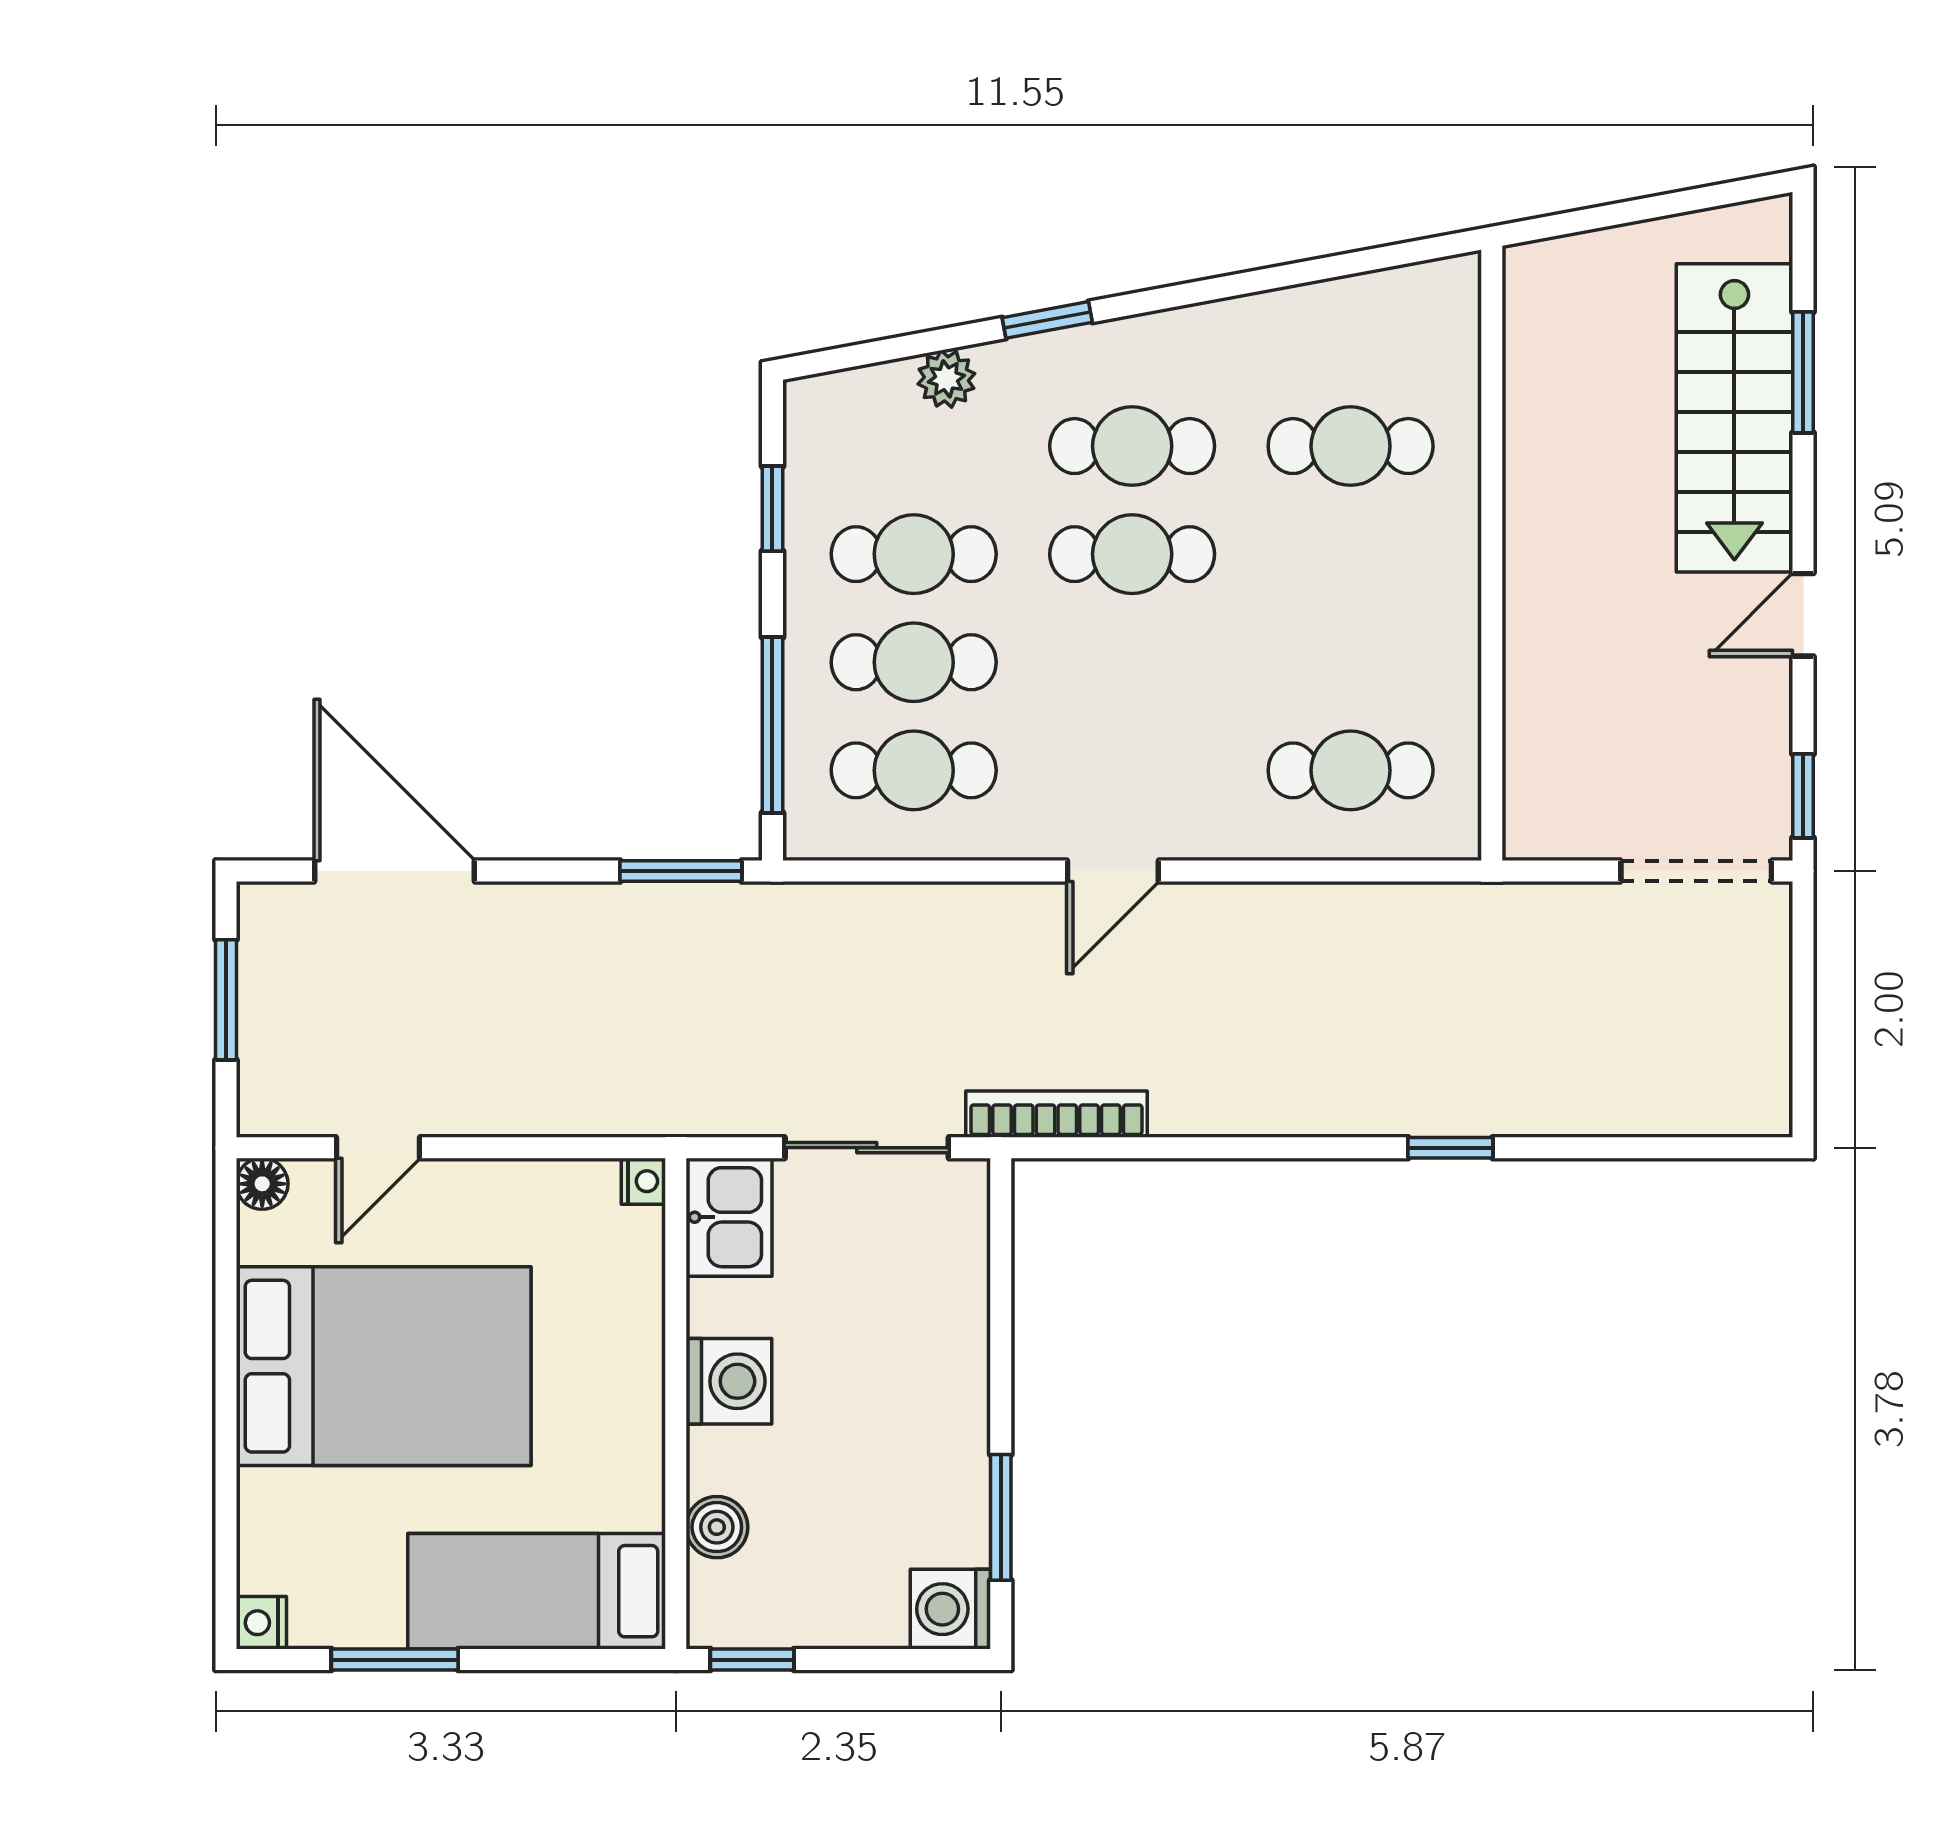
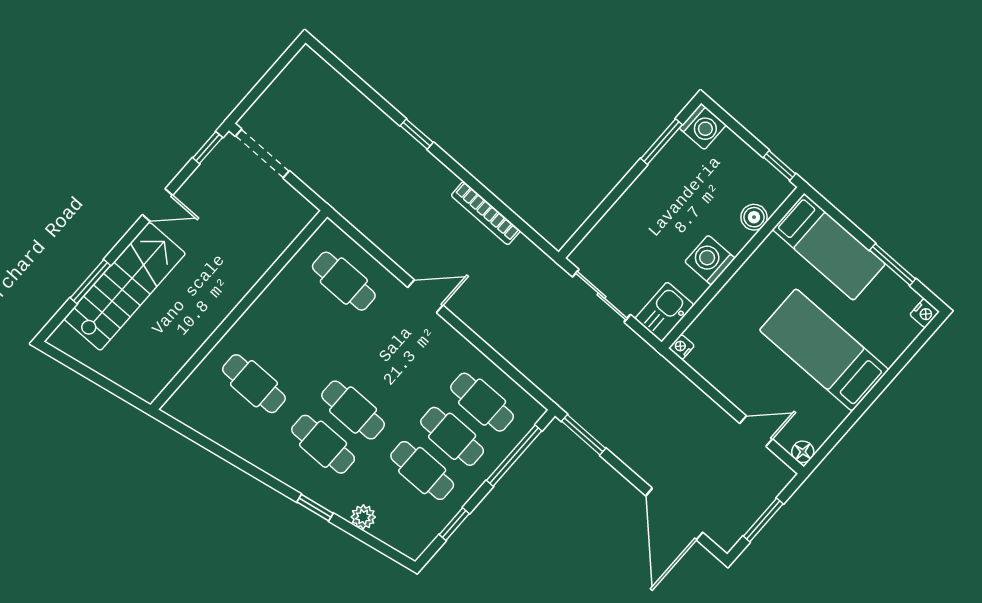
door: (1113, 871) -> (425, 296), moved
bookcase: (1056, 1114) -> (486, 213), moved
bed: (384, 1366) -> (824, 350), width x0.67

